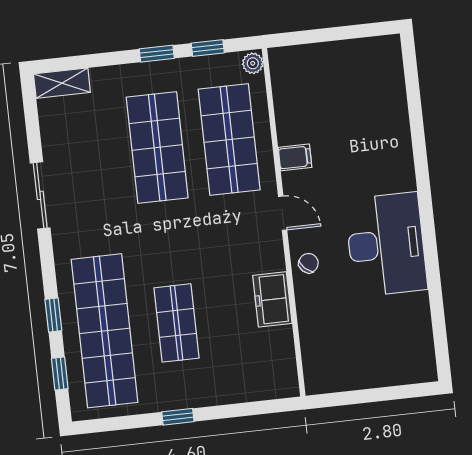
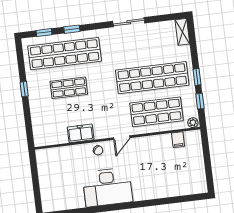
shop shelf: (157, 148) -> (152, 78), width x1.40
filing cabinet: (295, 157) -> (178, 140), moved

